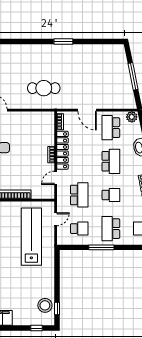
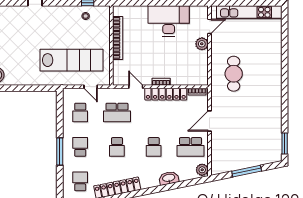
window: (63, 41) -> (285, 143), moved
plant: (16, 117) -> (202, 44), added
school desk: (111, 128) -> (191, 147), turned 180
school desk: (111, 161) -> (154, 147), width x0.54
school desk: (111, 229) -> (80, 147), width x0.54
window: (101, 247) -> (60, 152), moved

